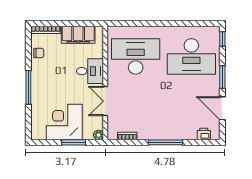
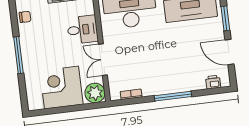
plant: (99, 135) -> (95, 93), width x1.87, depth x1.87
window: (74, 142) -> (74, 108), removed

